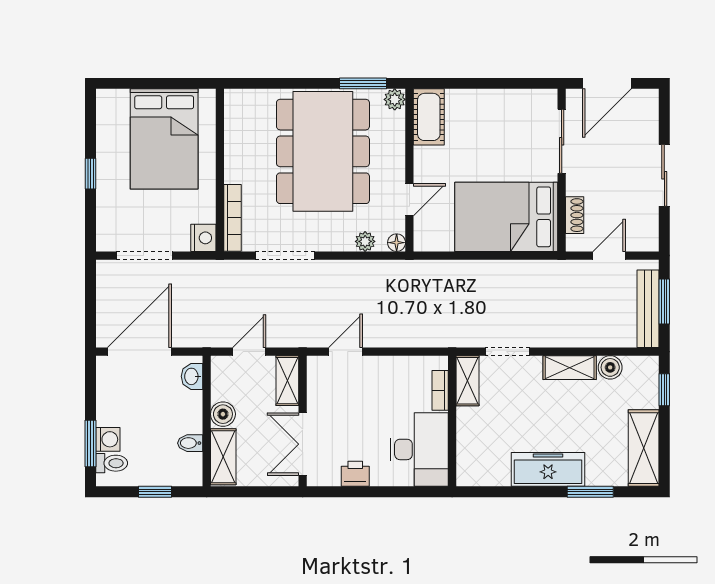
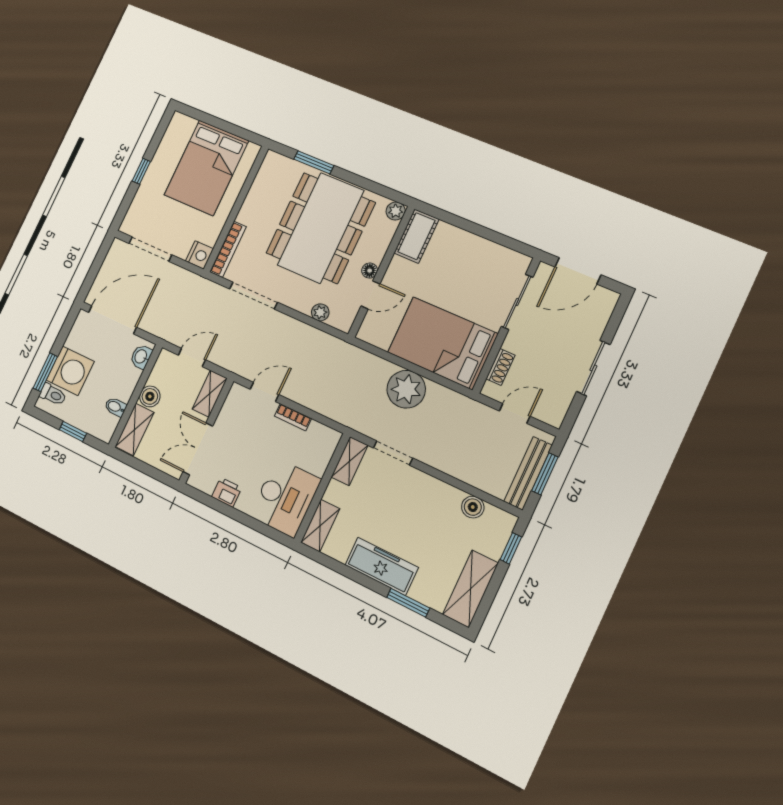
window: (363, 83) -> (314, 162), moved
floor lamp: (397, 243) -> (370, 271), moved
plant: (491, 281) -> (406, 389), added
shelving: (570, 368) -> (320, 526), moved, turned 90
bookcase: (440, 390) -> (293, 417), moved, turned -90
washing machine: (108, 439) -> (70, 371), width x1.89, depth x1.89

